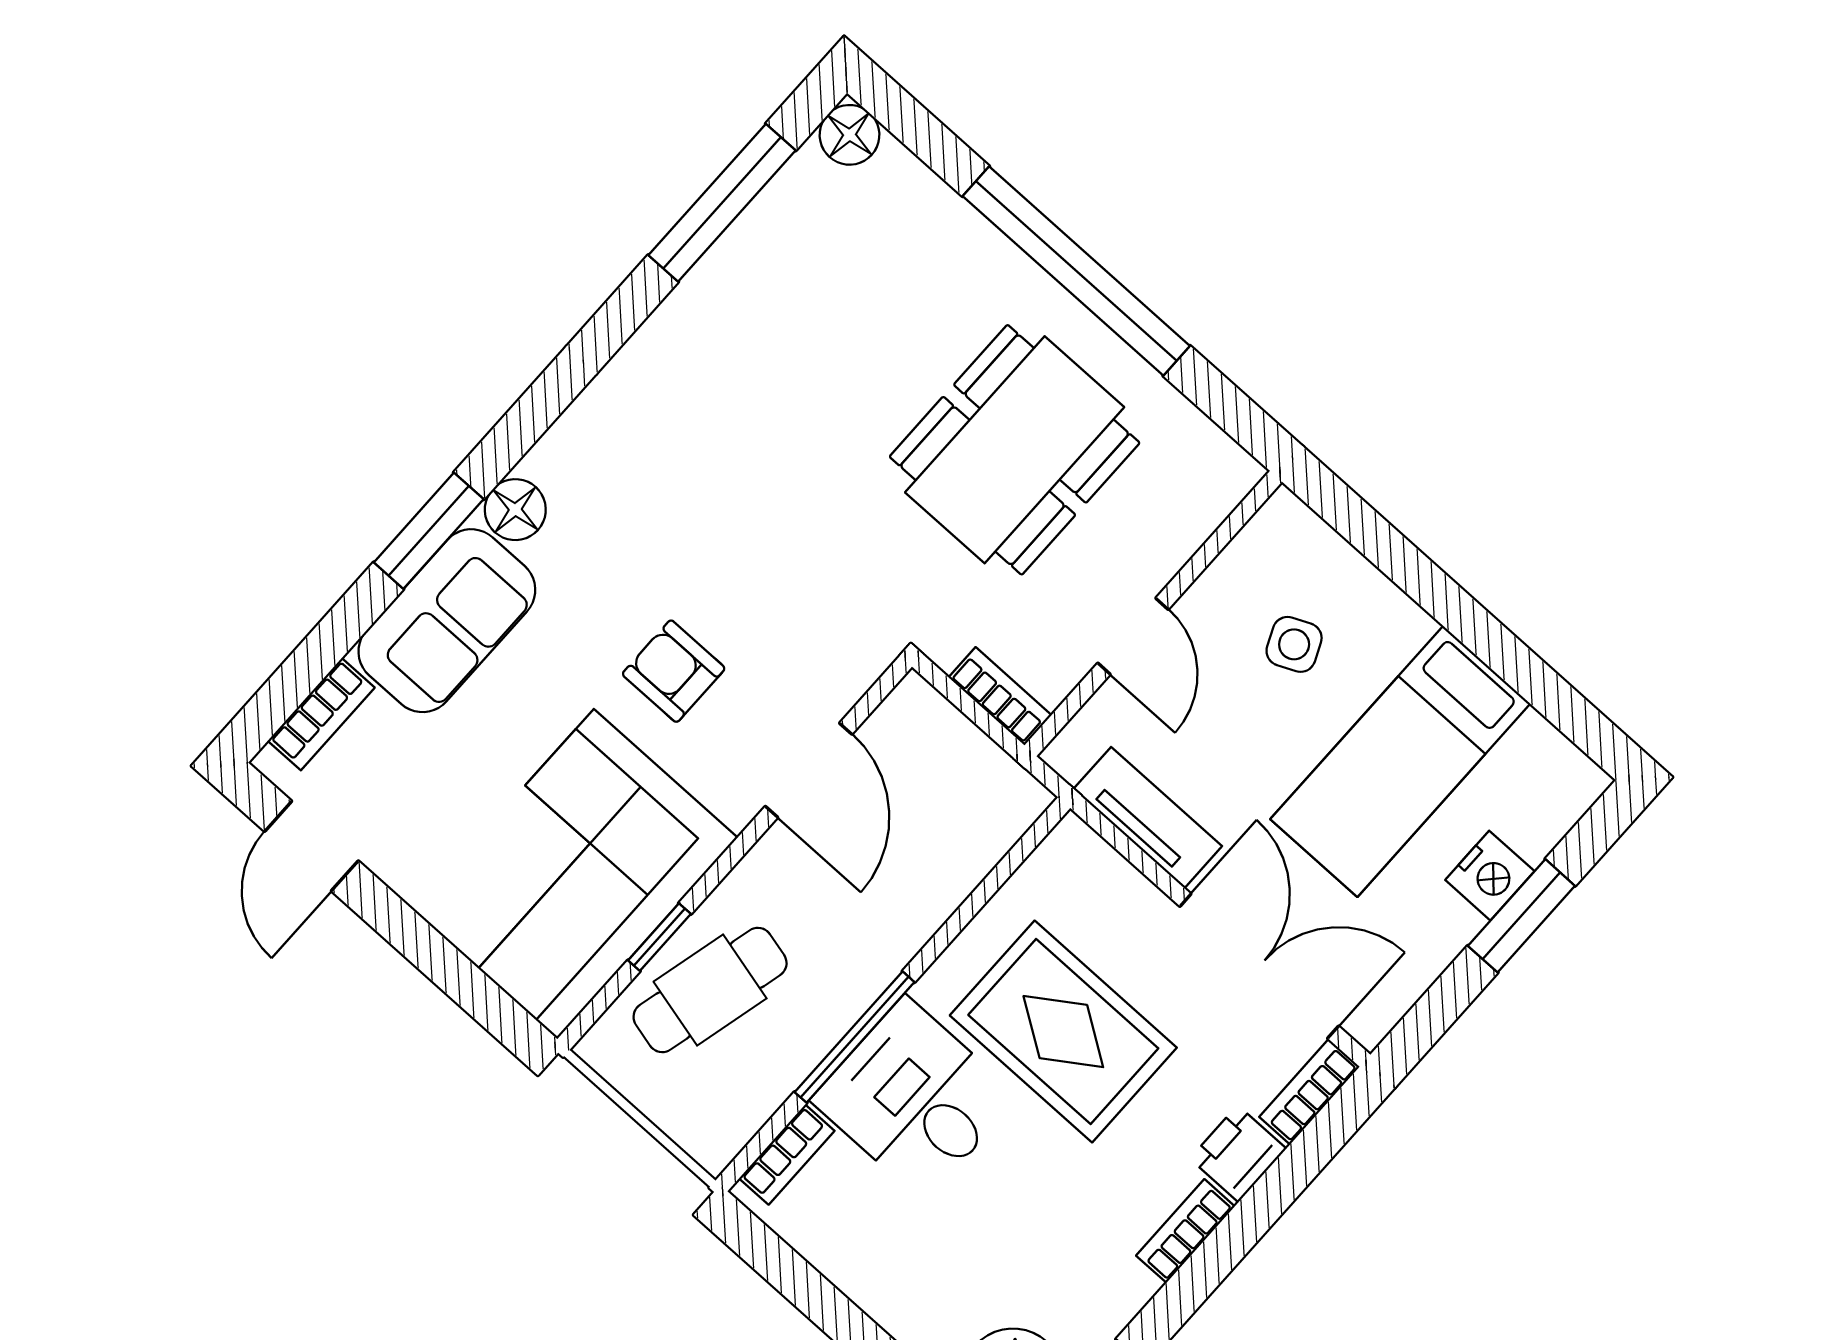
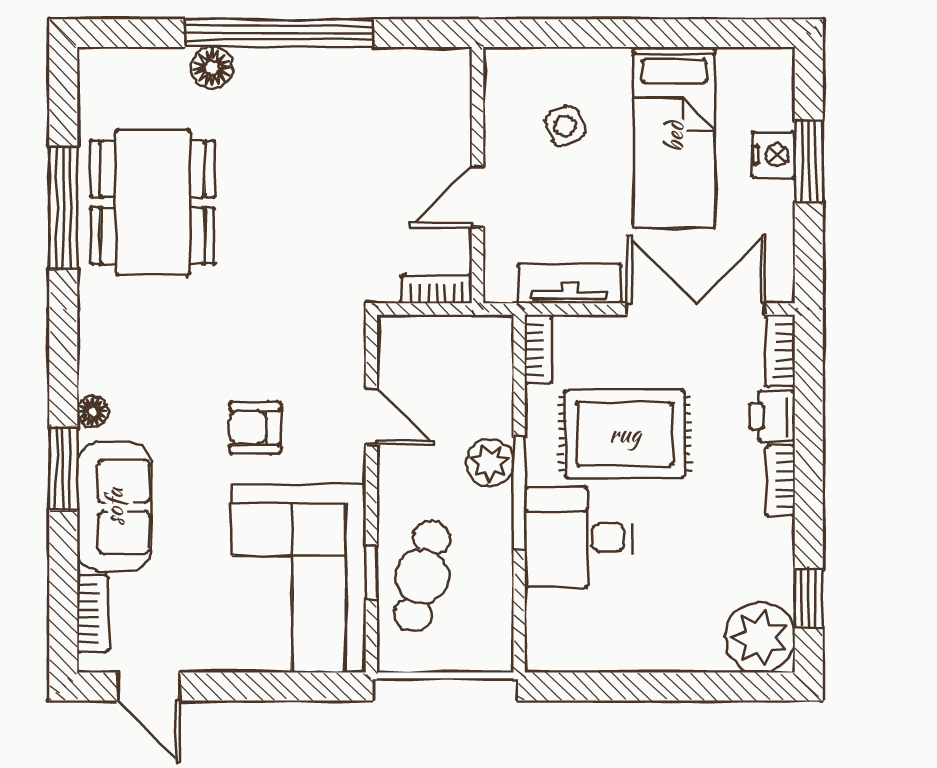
floor lamp: (850, 135) -> (212, 68), moved
window: (722, 203) -> (63, 208), moved
dining table: (1015, 450) -> (153, 202), moved
floor lamp: (515, 510) -> (93, 412), width x0.73, depth x0.73
door: (1133, 636) -> (478, 196), swing flipped
door: (809, 770) -> (371, 416), width x0.73
plant: (891, 933) -> (490, 463), added
window: (855, 1037) -> (519, 493), moved
bookcase: (787, 1155) -> (538, 349), moved

